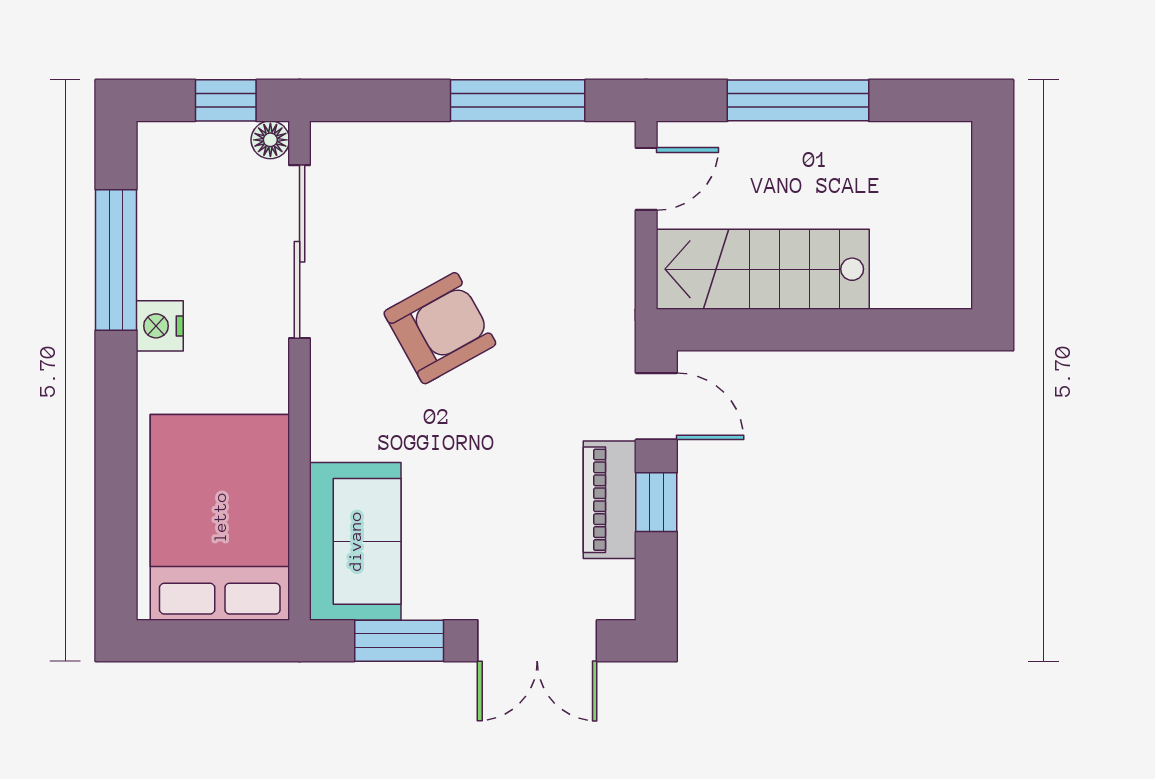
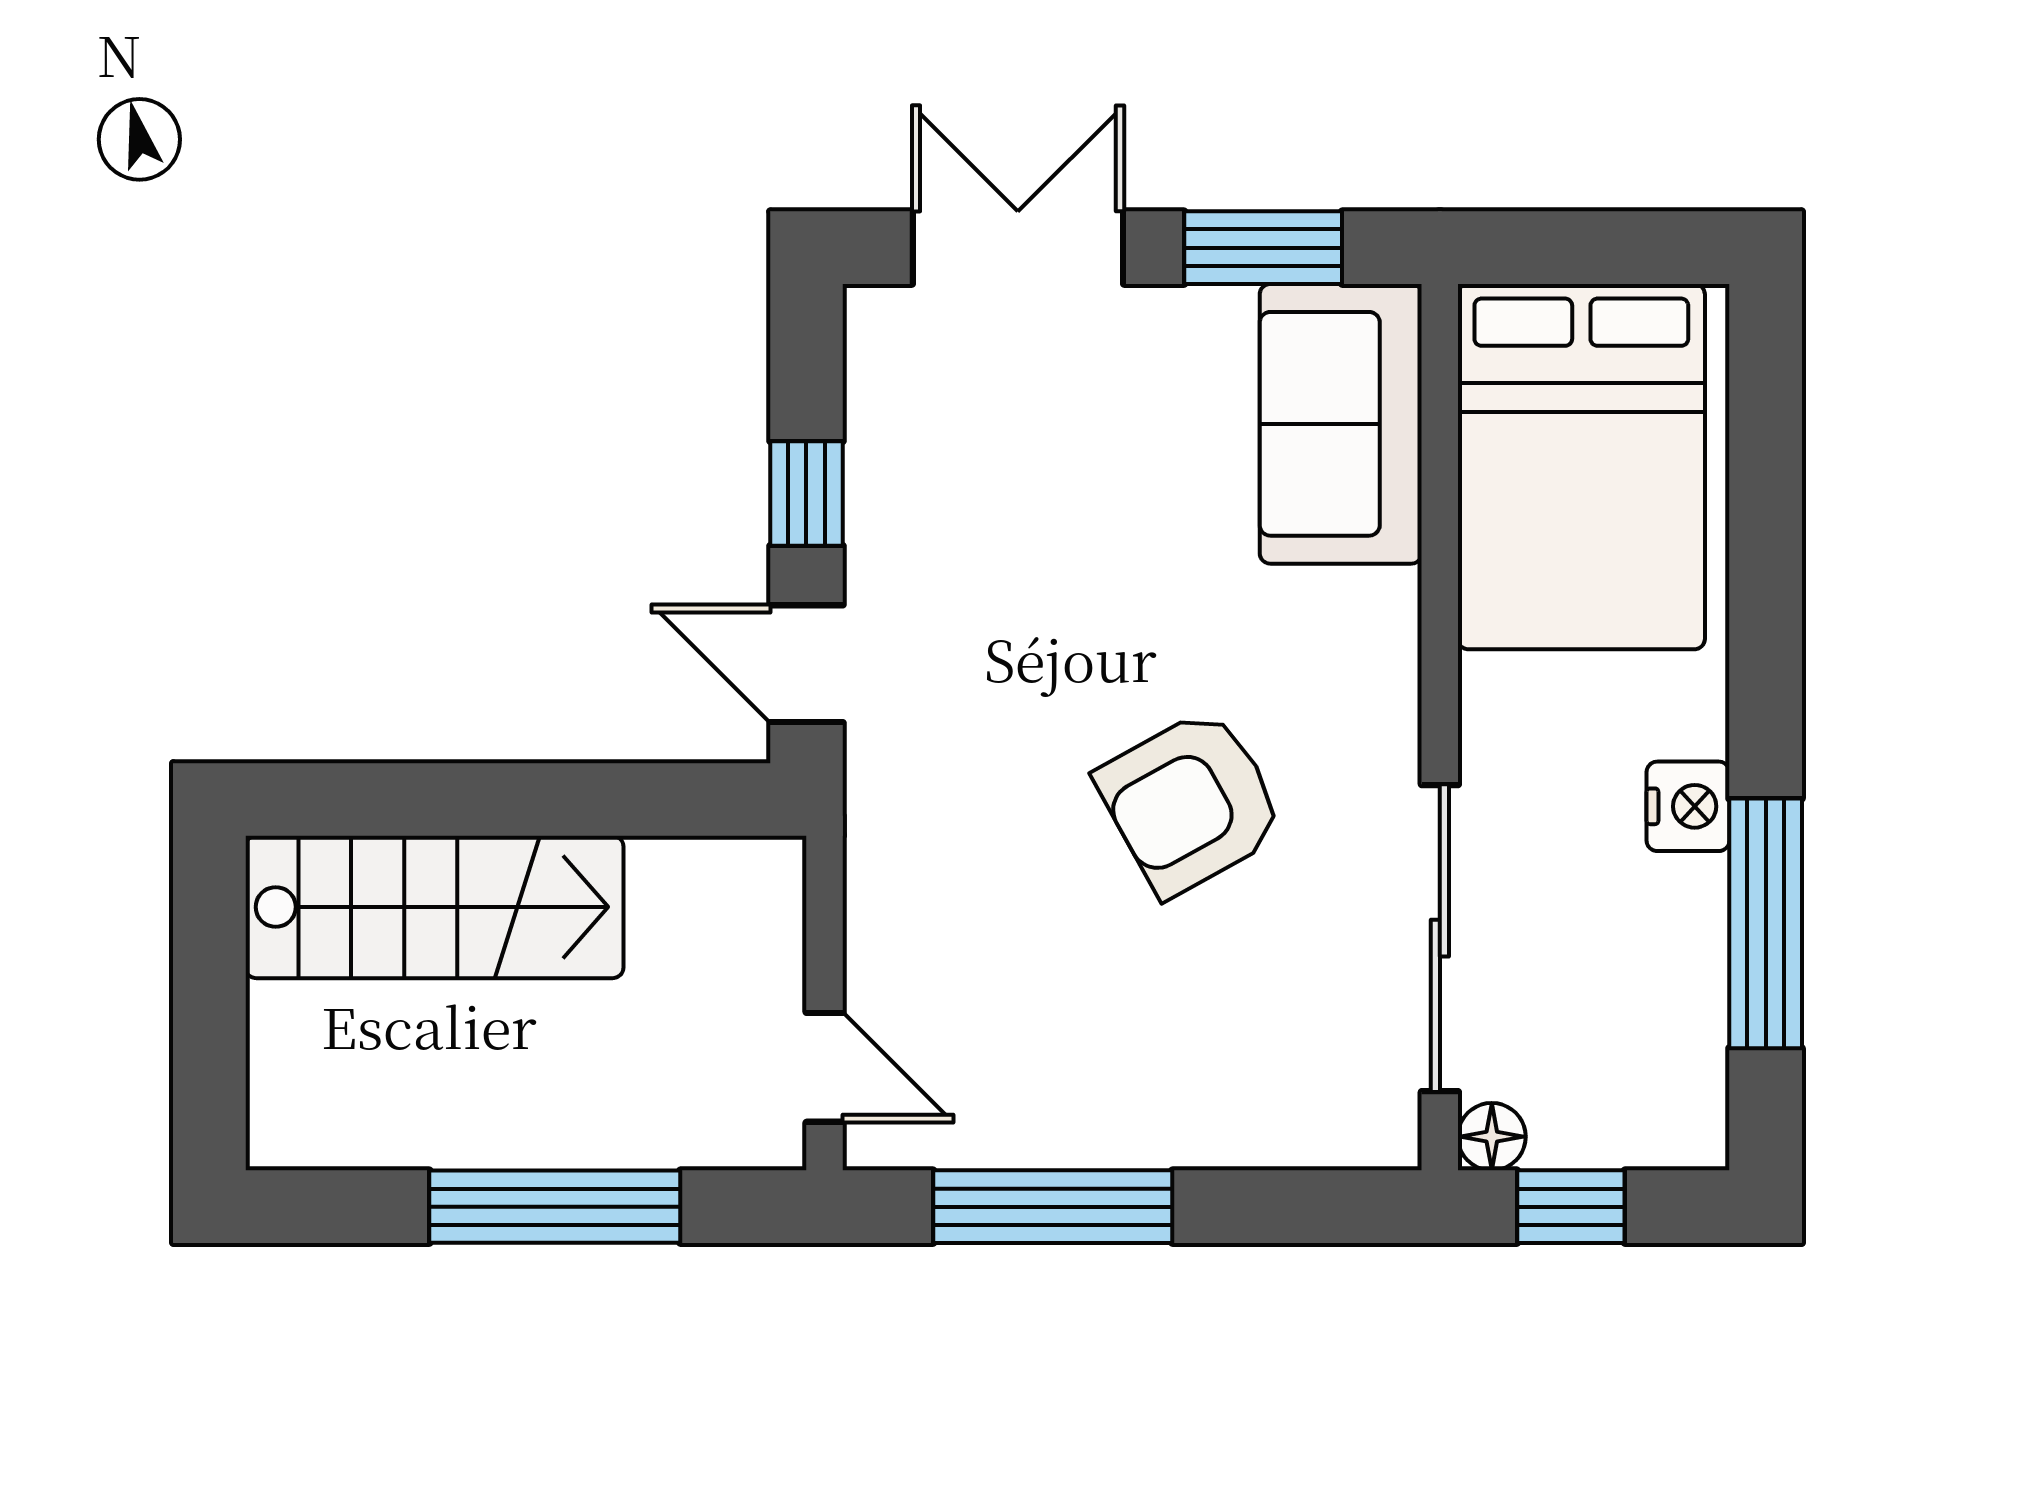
door: (646, 179) -> (825, 1067), swing flipped
stairs: (763, 269) -> (434, 907), moved
piano: (610, 500) -> (889, 498), removed

